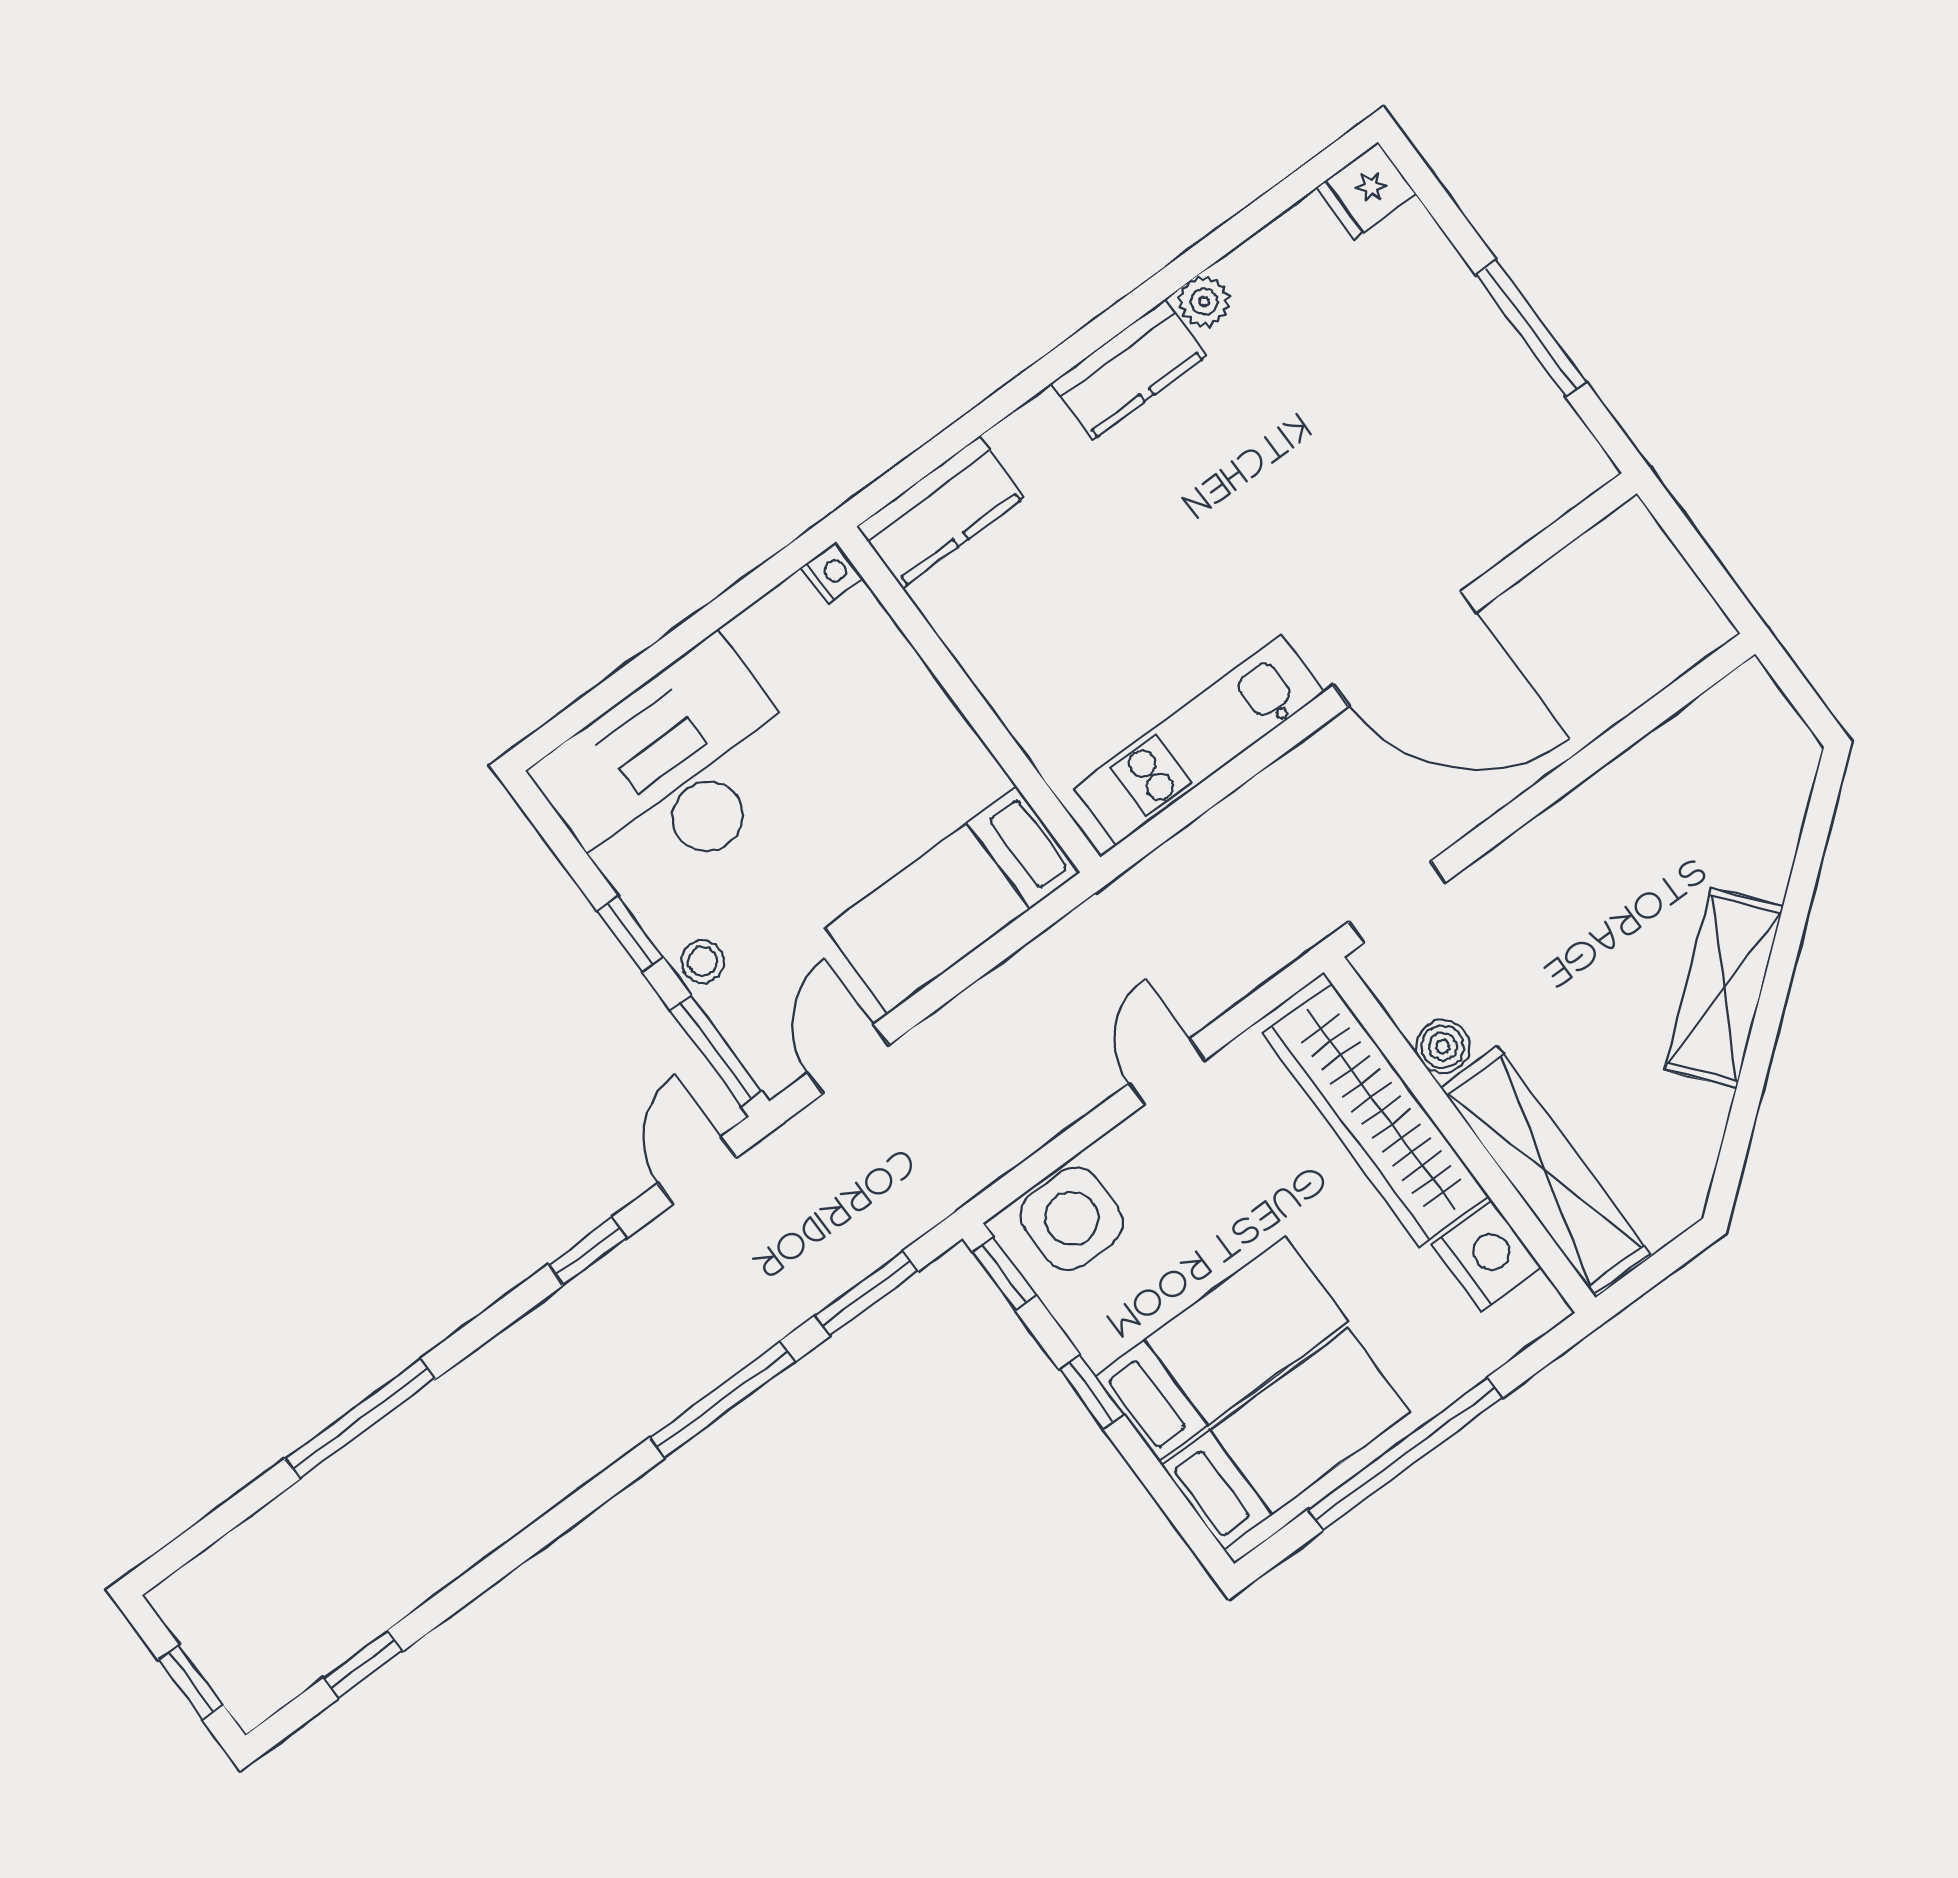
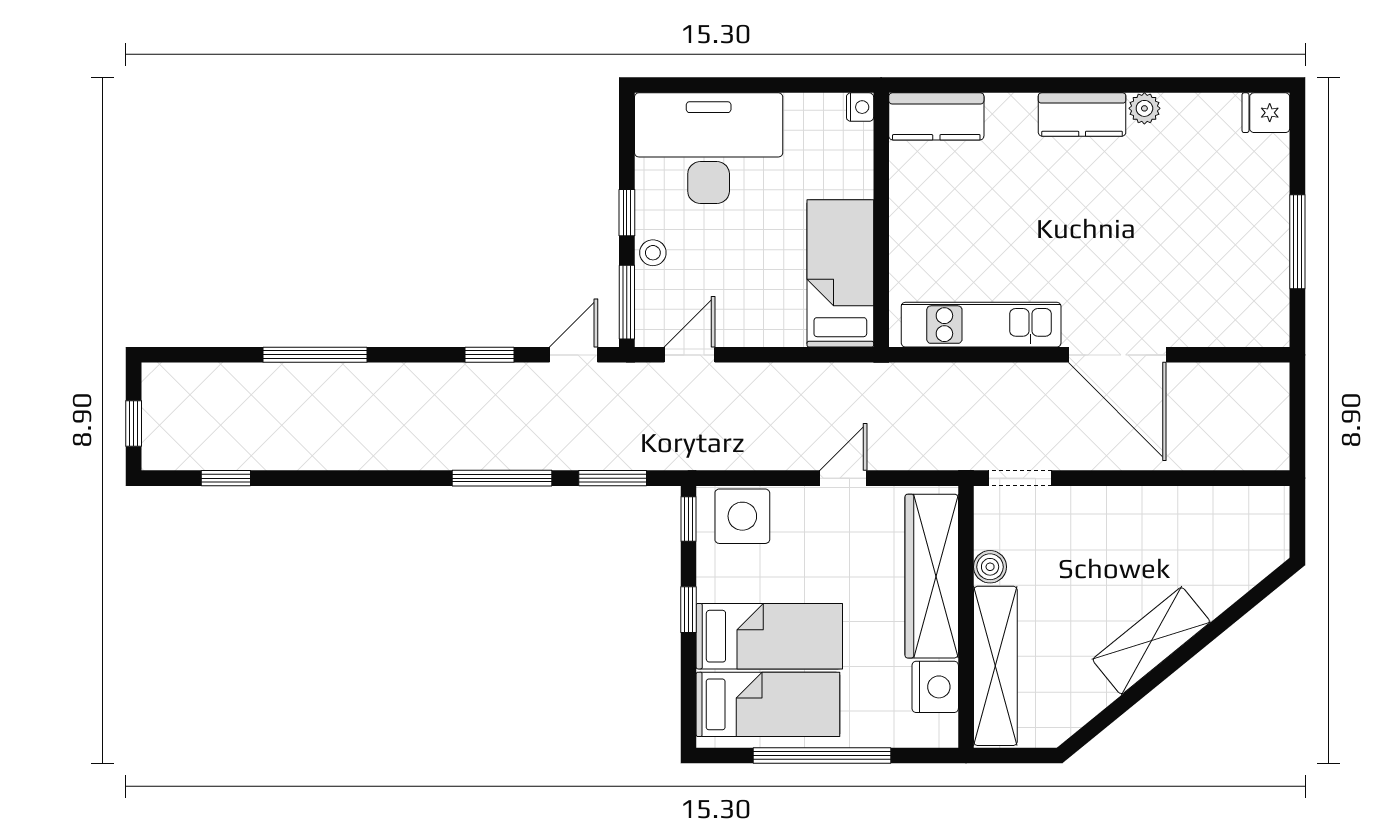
bed: (952, 900) -> (840, 273), moved, turned 90

